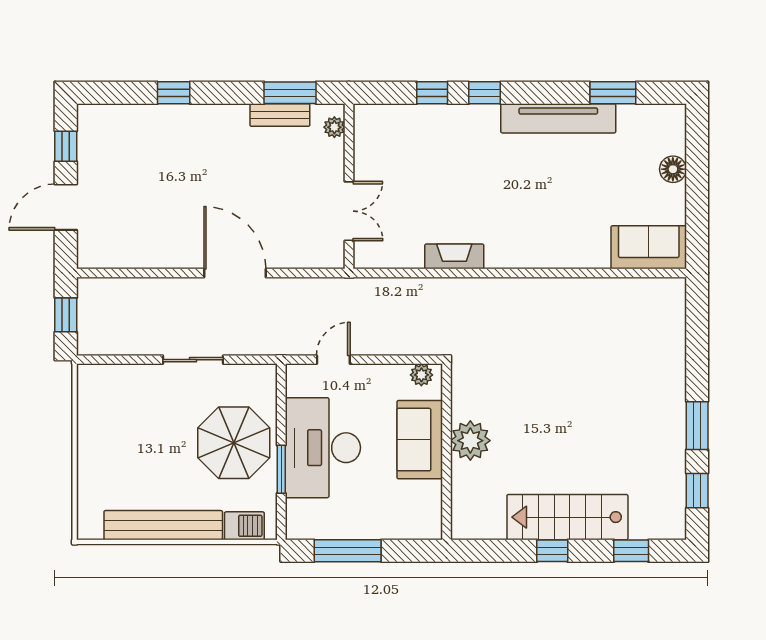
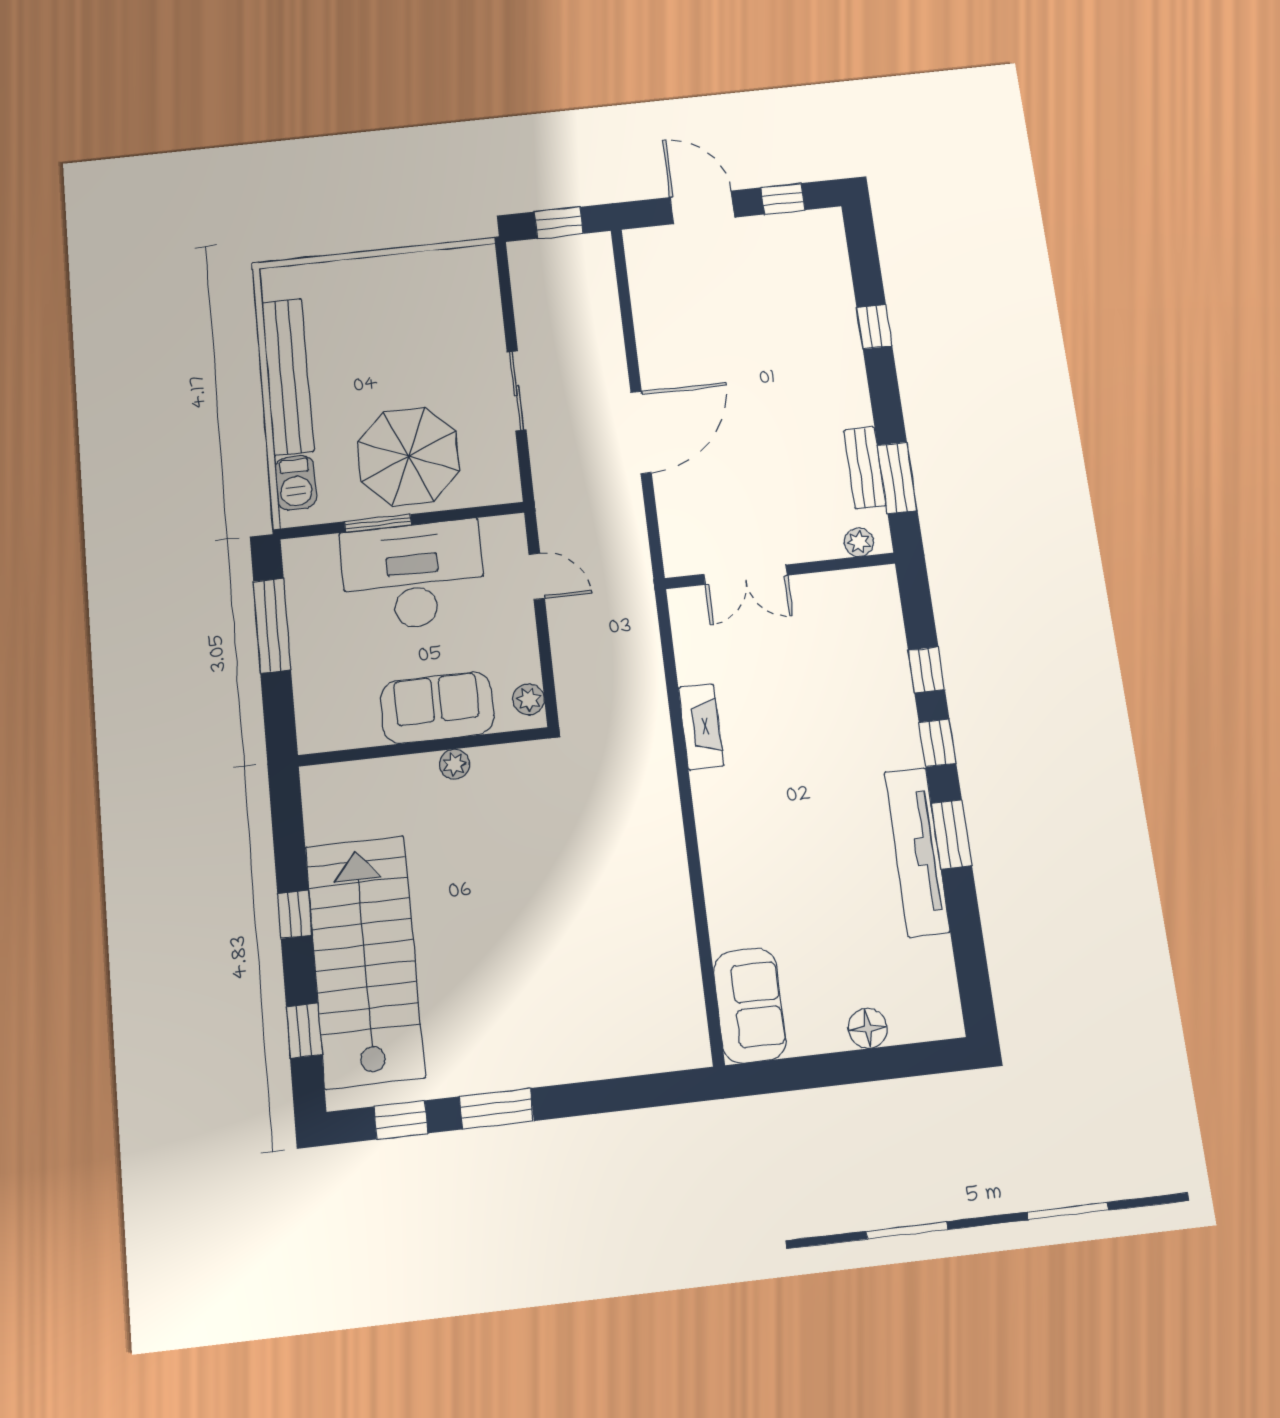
window: (613, 93) -> (951, 834), moved
plant: (470, 441) -> (454, 764), width x0.53, depth x0.53
stairs: (567, 517) -> (365, 961), width x1.36, depth x1.51

